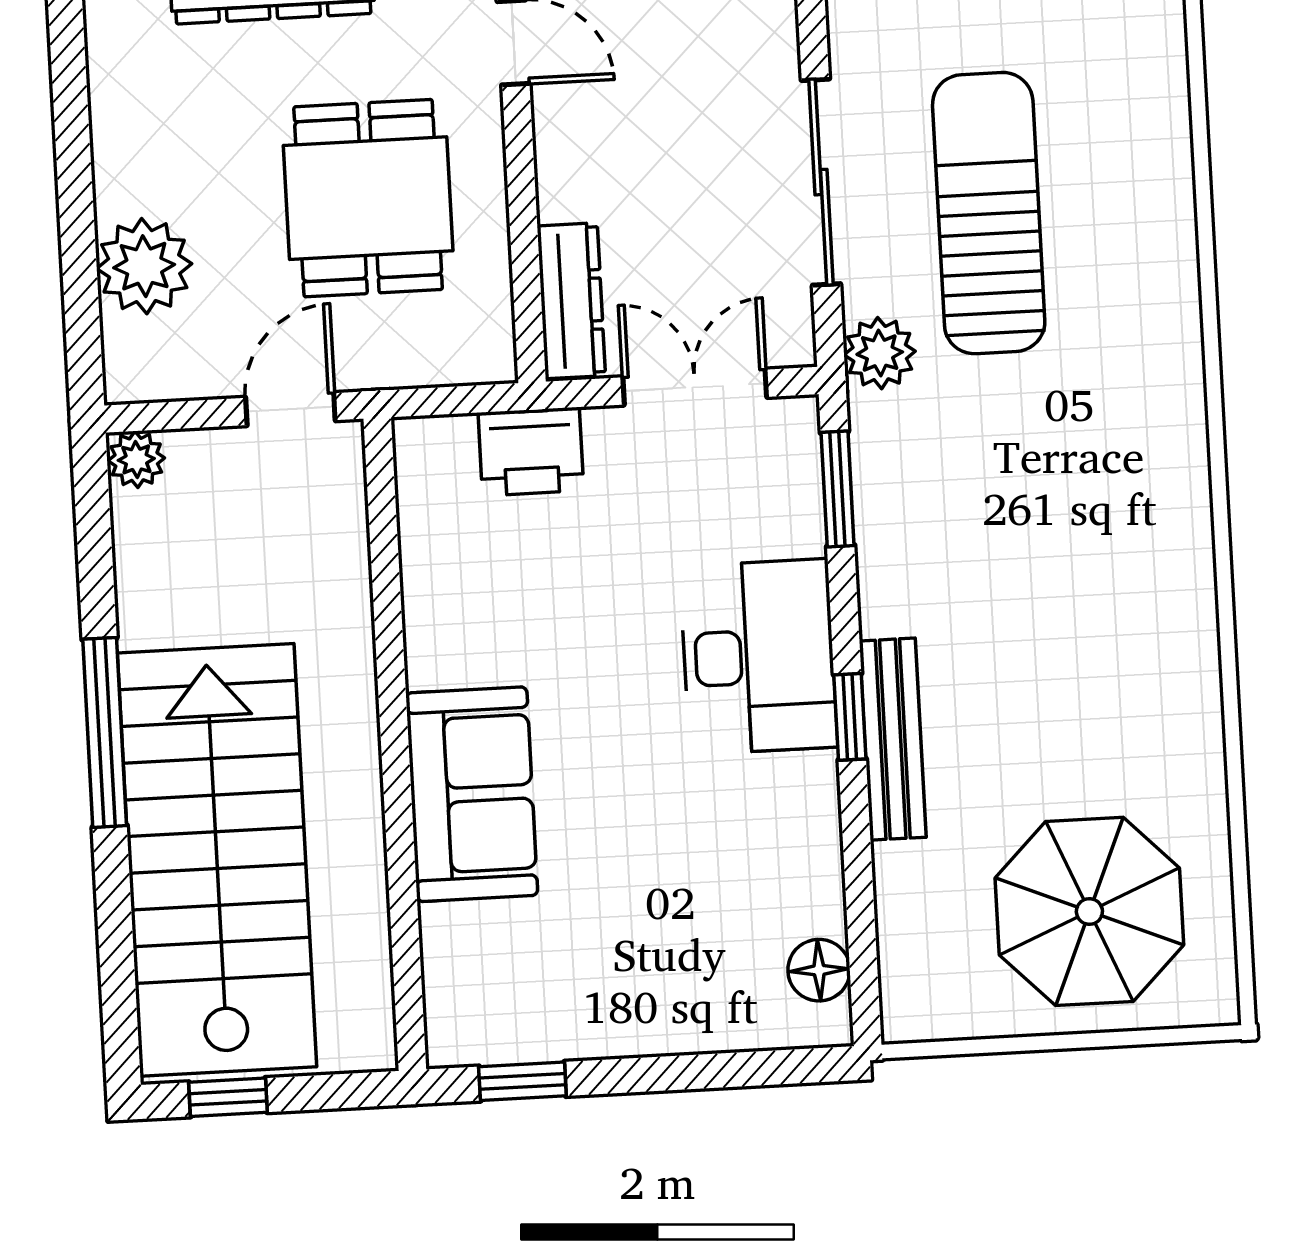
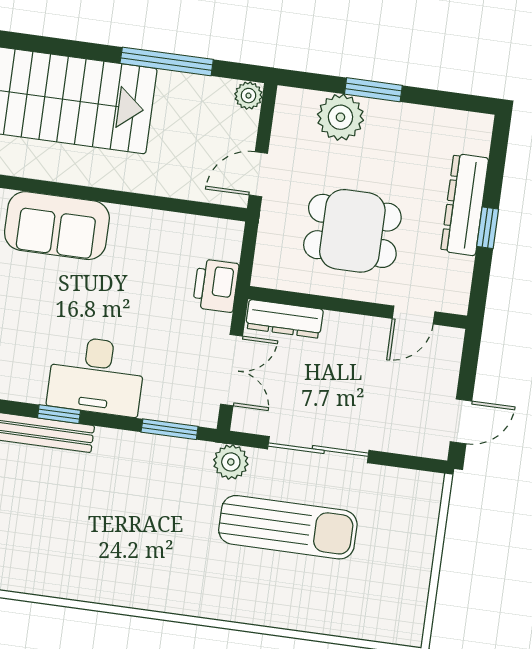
window: (76, 211) -> (373, 90), added
door: (290, 409) -> (258, 174), swing flipped
window: (105, 732) -> (167, 61), moved

